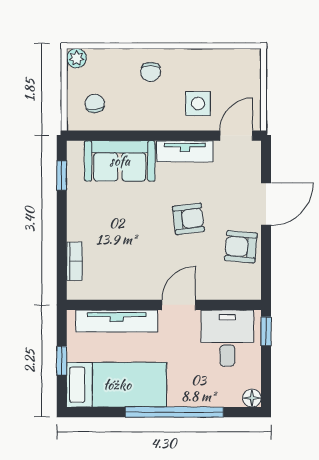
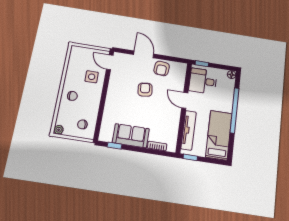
tv unit: (185, 151) -> (113, 86), removed
sofa: (120, 161) -> (131, 136), moved, turned -90
window: (62, 361) -> (190, 157), moved

